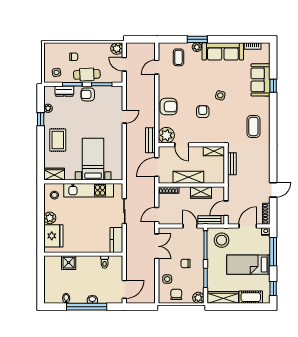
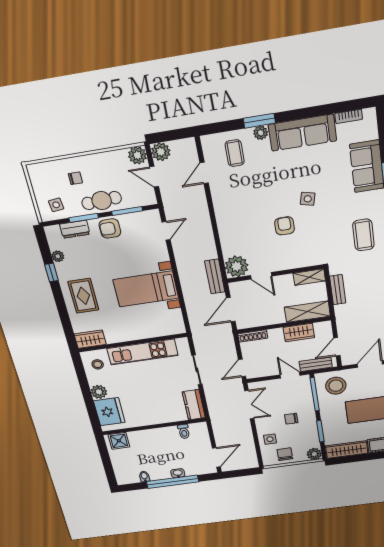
plant: (132, 49) -> (161, 152), added
armchair: (168, 107) -> (232, 227), removed
door: (124, 117) -> (166, 231), moved
bed with nightstands: (93, 159) -> (146, 289), moved, turned -90
shelving: (188, 177) -> (307, 312), moved
shower: (69, 263) -> (119, 441), moved

